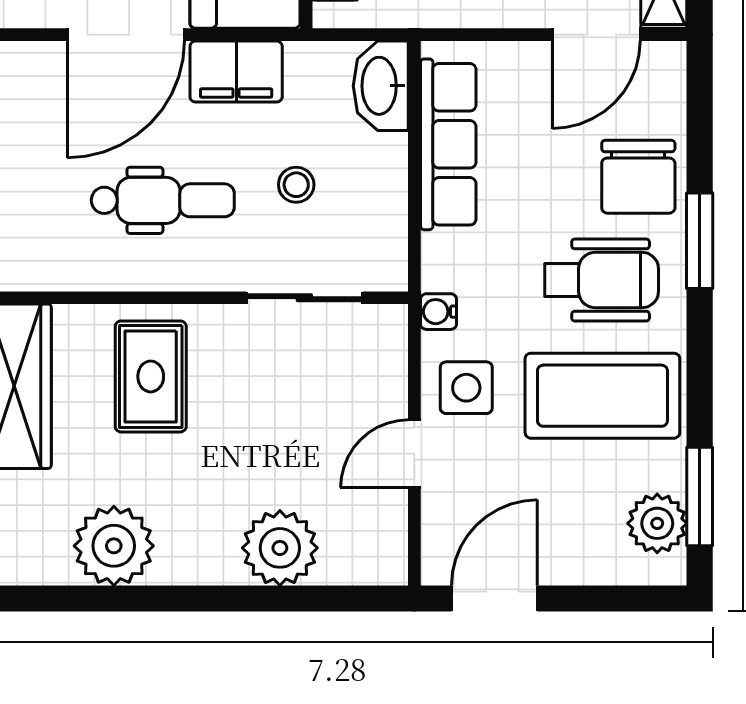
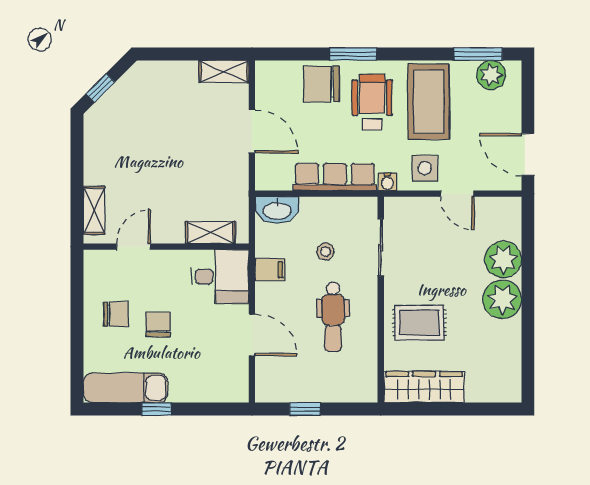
door: (126, 35) -> (252, 335), width x0.73
door: (596, 35) -> (252, 131), moved
filing cabinet: (236, 72) -> (270, 270), width x0.50
row of seats: (448, 144) -> (335, 177), moved
chair: (638, 177) -> (322, 84), turned 180
dental chair: (163, 200) -> (333, 317), turned 180
plant: (114, 546) -> (502, 299), moved

